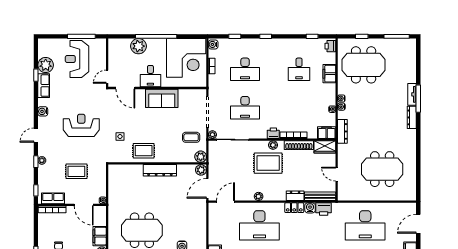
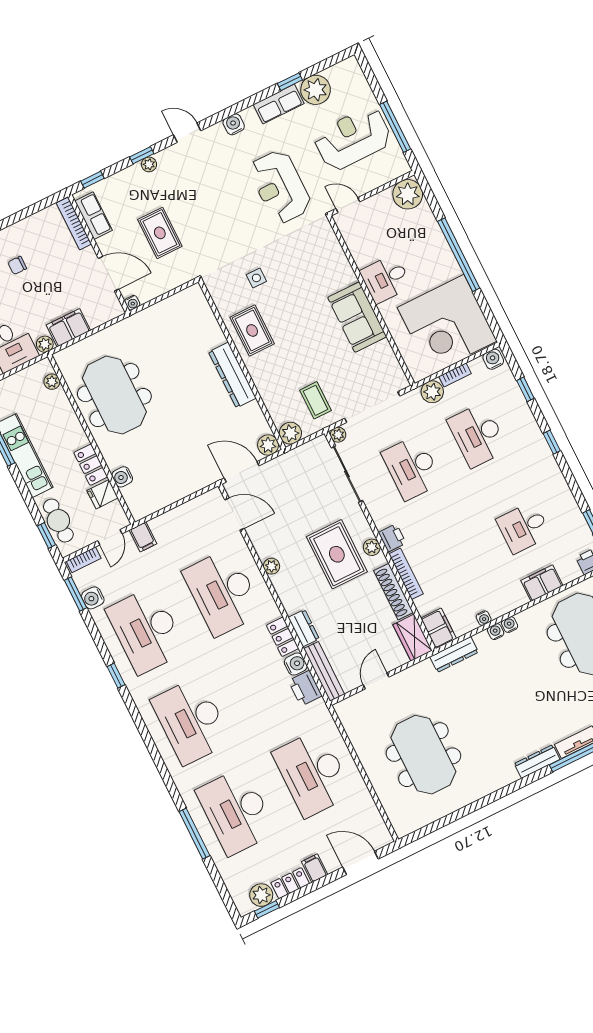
plant: (139, 46) -> (408, 194), moved
plant: (214, 81) -> (432, 392), added
door: (125, 88) -> (344, 246), removed
reception desk: (81, 125) -> (280, 187), moved, turned 180
door: (84, 205) -> (109, 274), swing flipped

